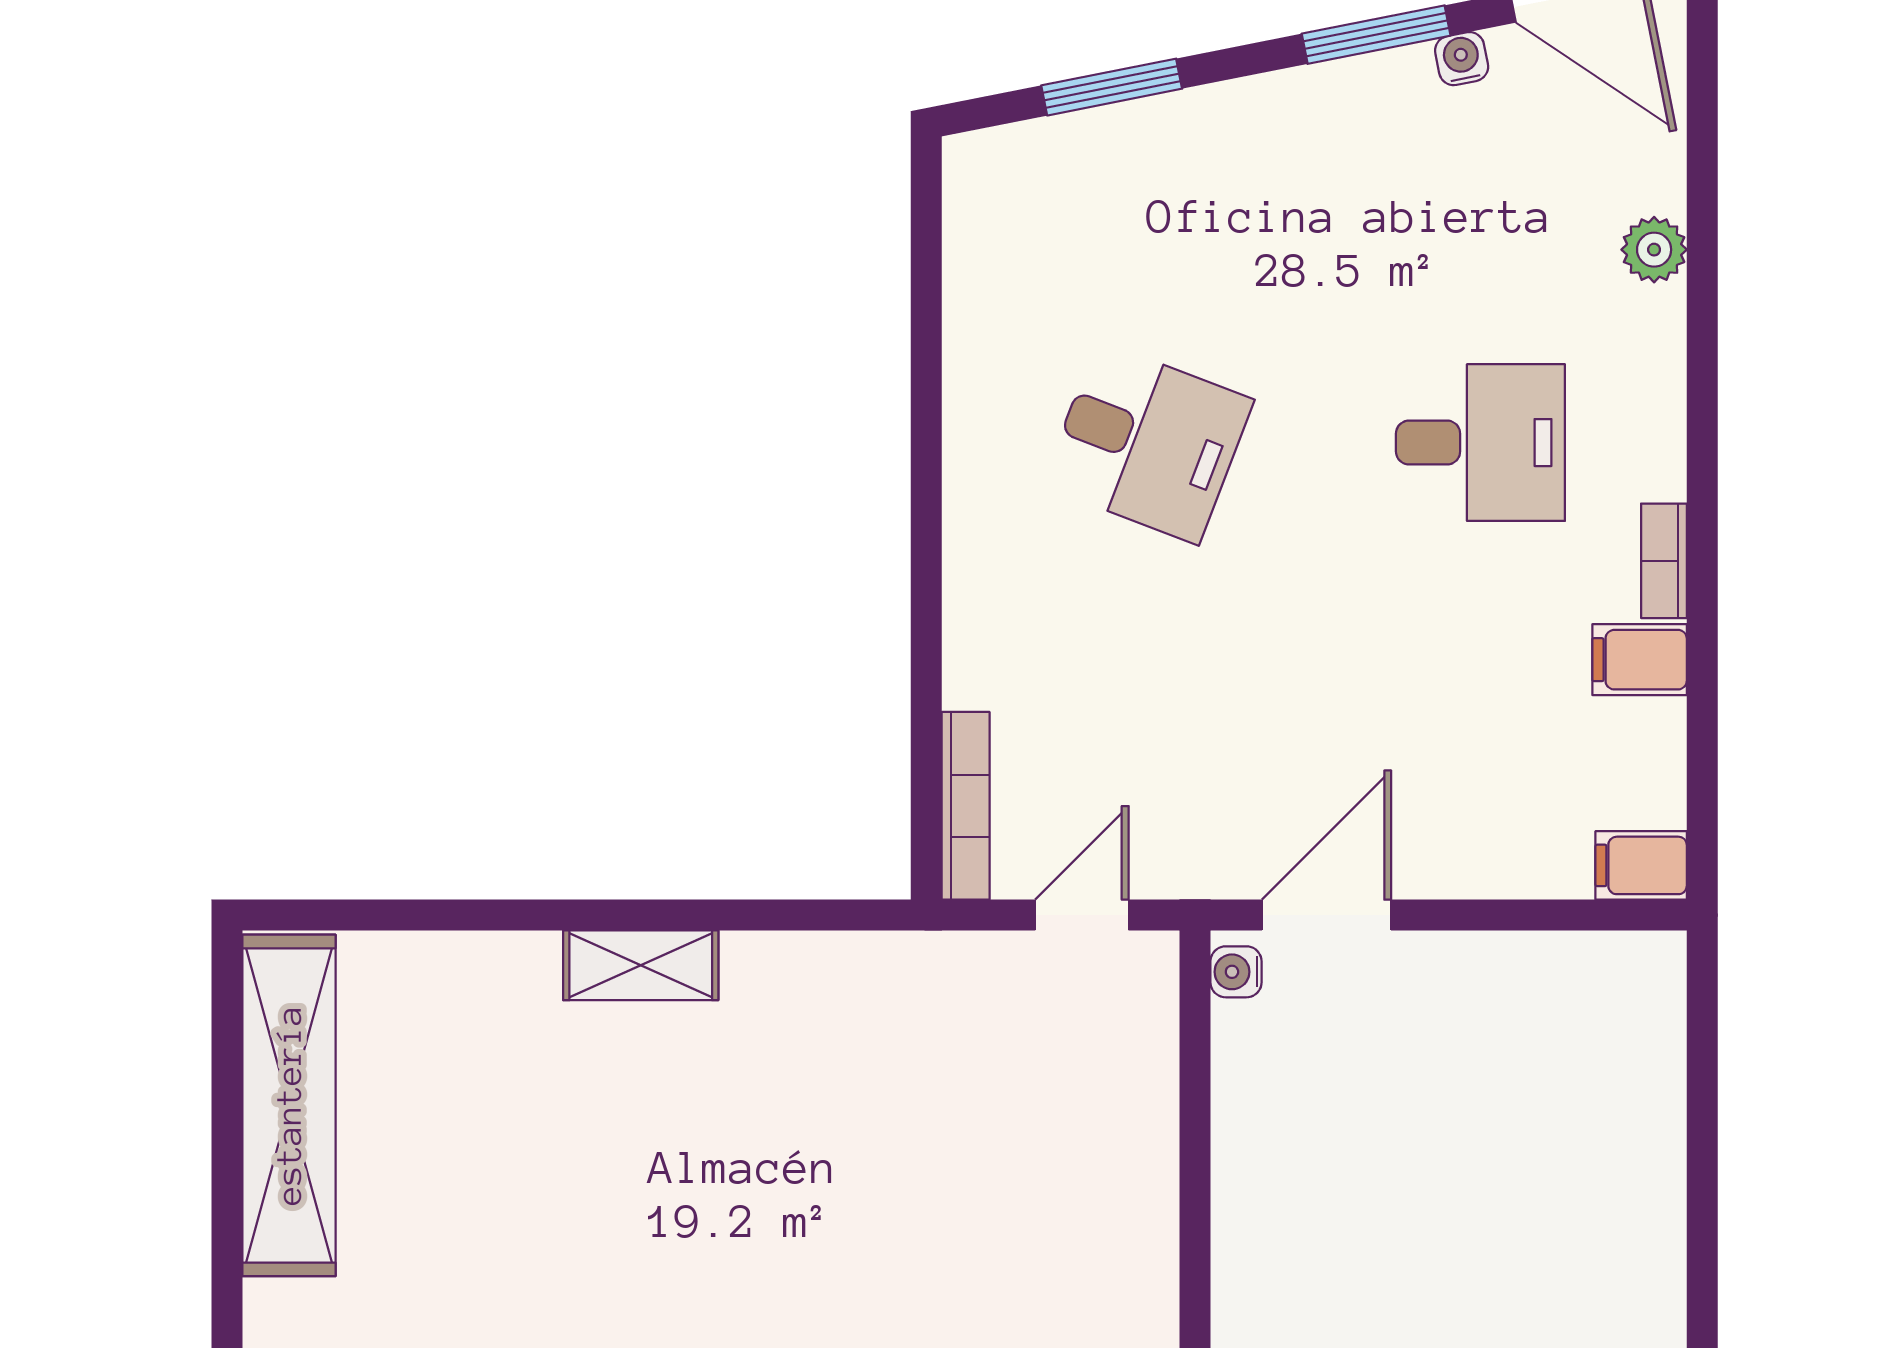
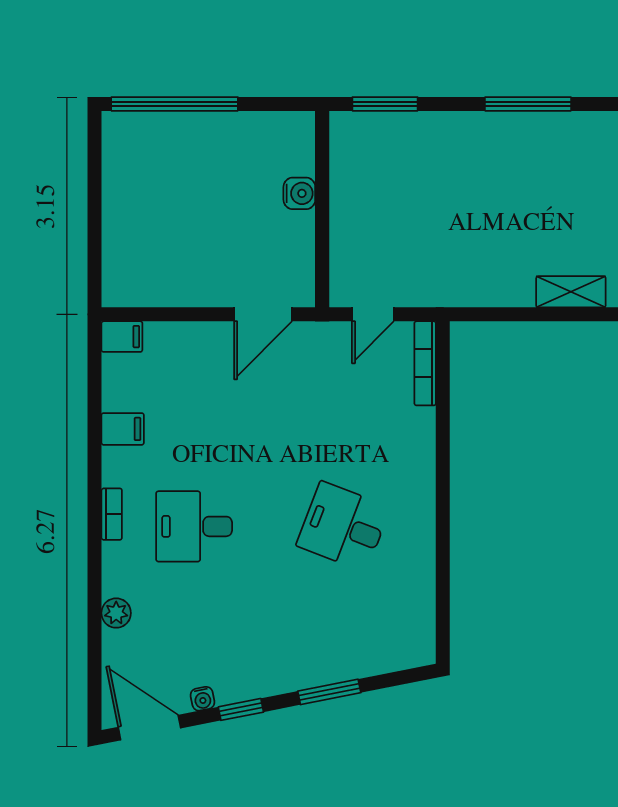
window: (1376, 35) -> (241, 709), width x0.67
window: (1112, 87) -> (329, 692), moved
bookcase: (1664, 561) -> (112, 514), moved
water cooler: (1236, 972) -> (299, 193), moved, width x1.38, depth x1.38

